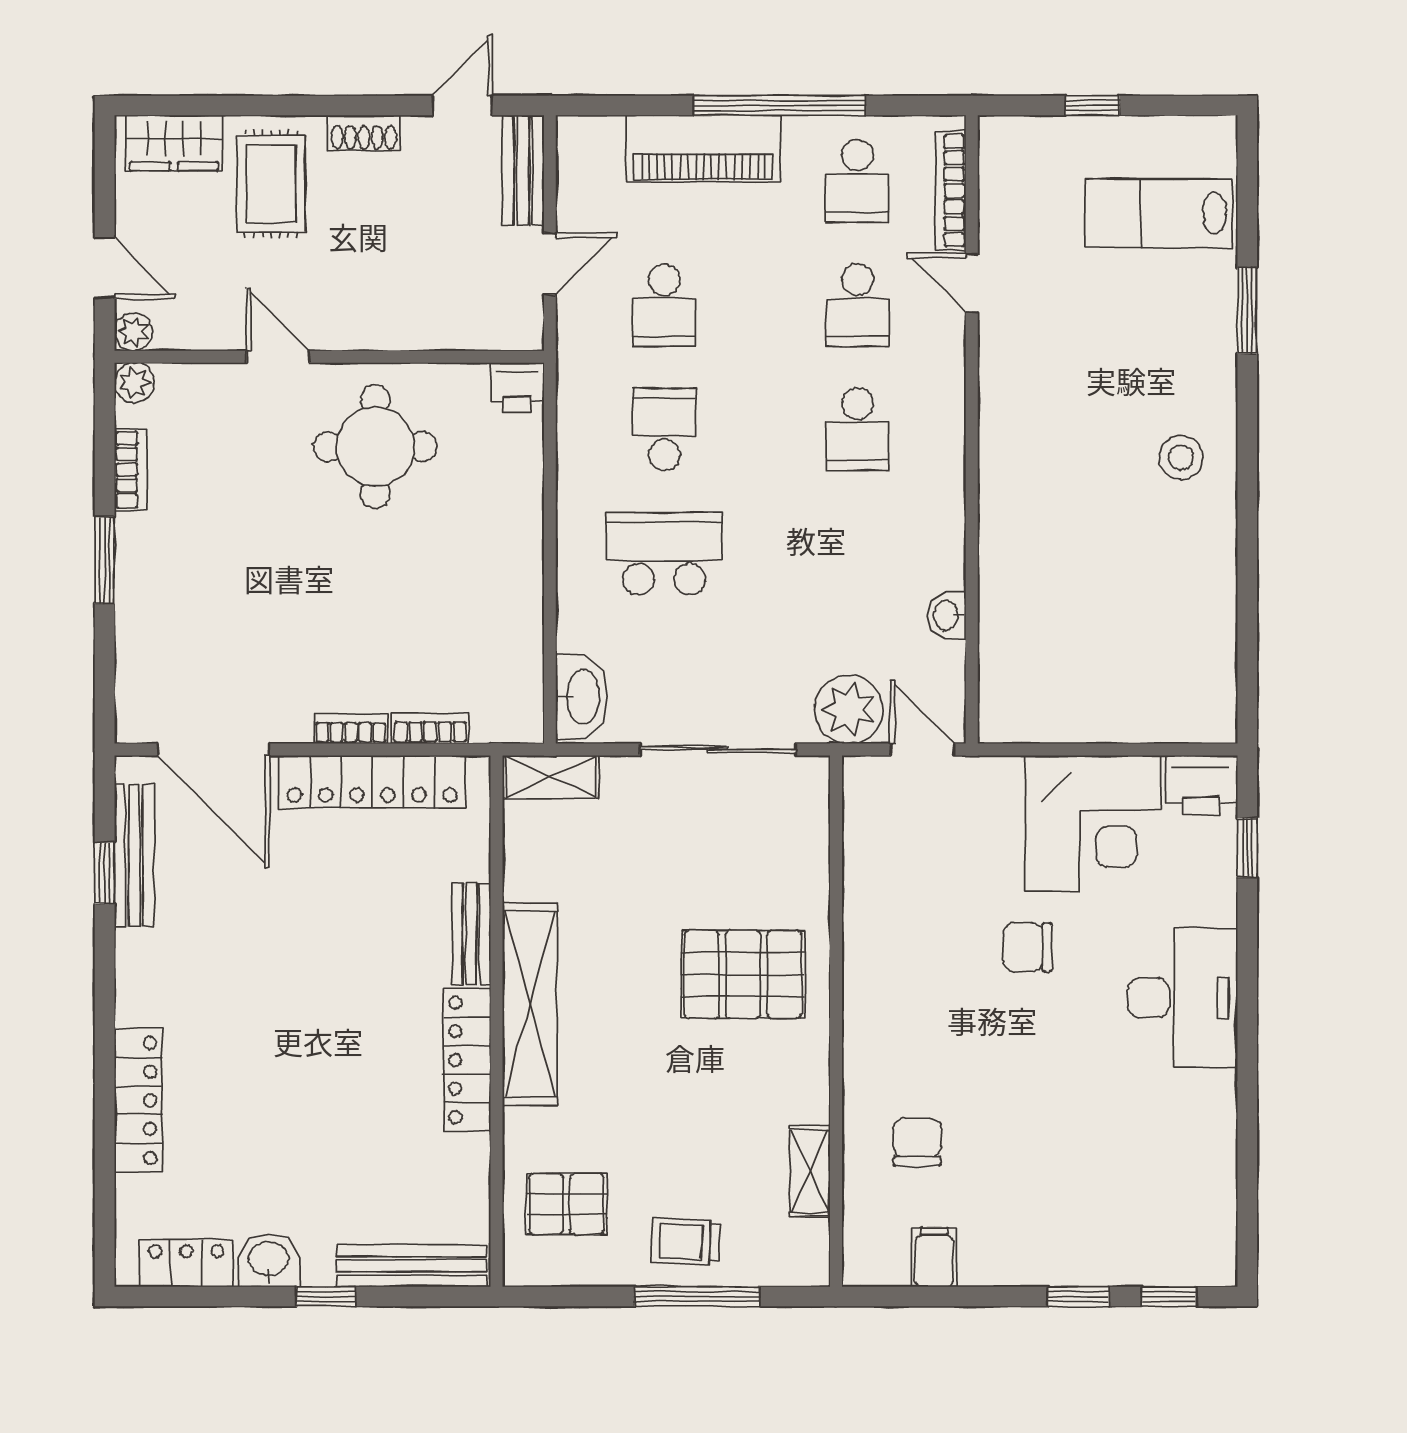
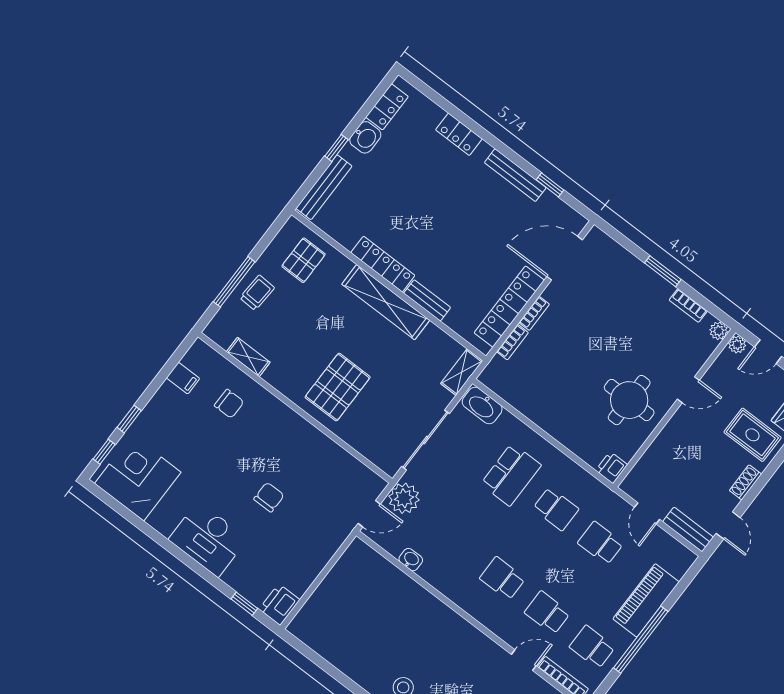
corner desk: (1093, 823) -> (138, 478), moved, turned 90
bench: (134, 856) -> (515, 175), moved
locker: (138, 1100) -> (459, 134), width x0.66

